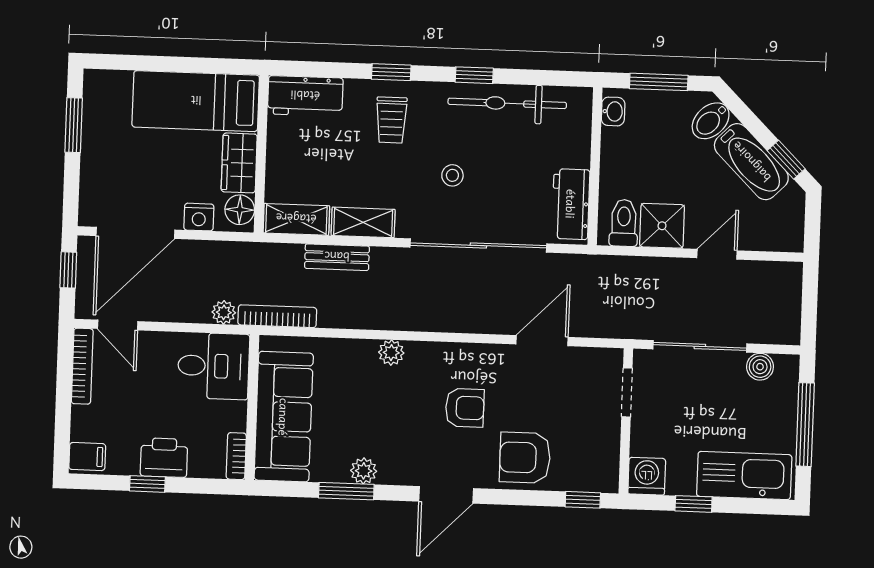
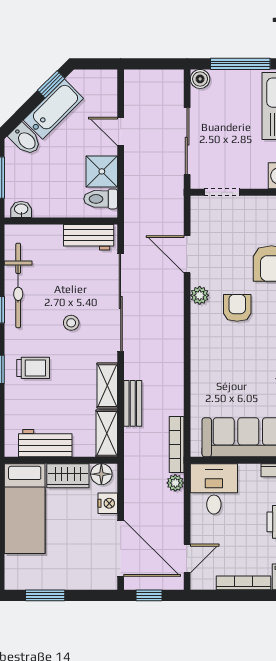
workbench: (305, 96) -> (45, 443), moved, turned -90
plant: (391, 353) -> (200, 295), moved
bookcase: (82, 366) -> (244, 583), moved
boiler: (760, 367) -> (200, 79), moved

